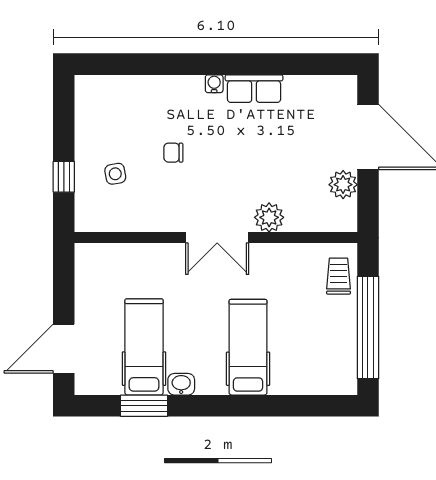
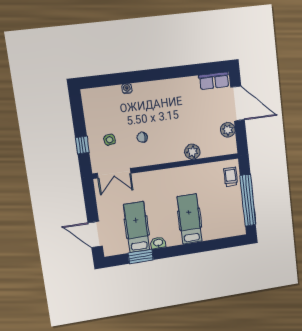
water cooler: (214, 84) -> (127, 89), moved
row of seats: (254, 89) -> (214, 81), moved
chair: (173, 153) -> (142, 137), moved
double door: (217, 238) -> (114, 173), moved
door: (64, 349) -> (95, 234), hinge flipped

